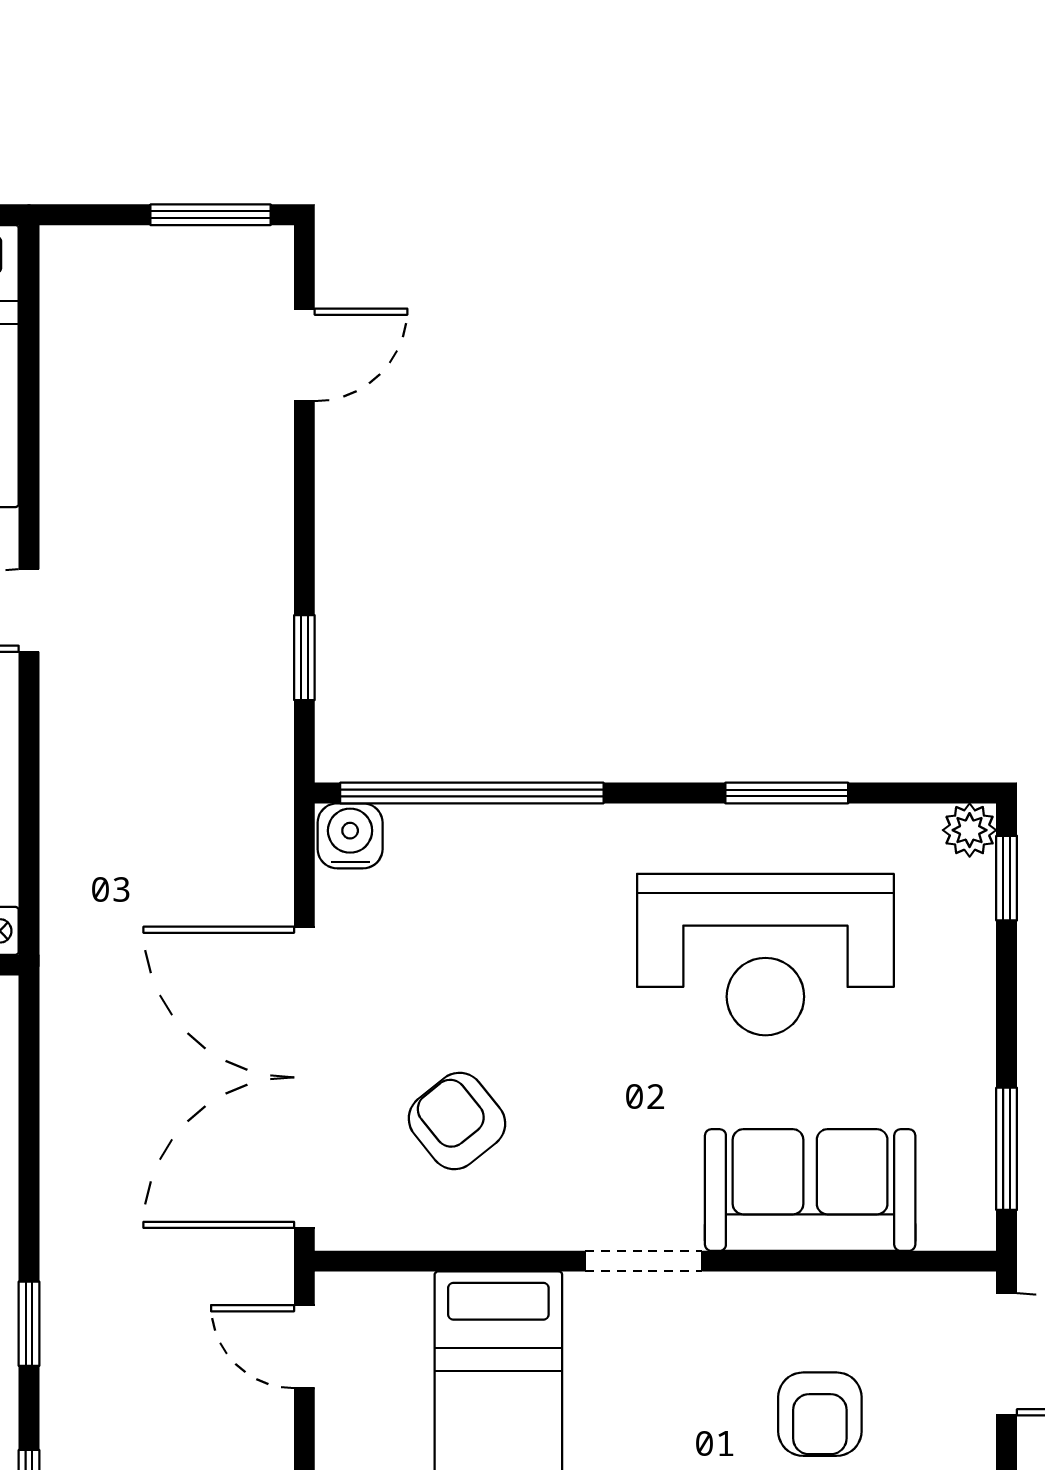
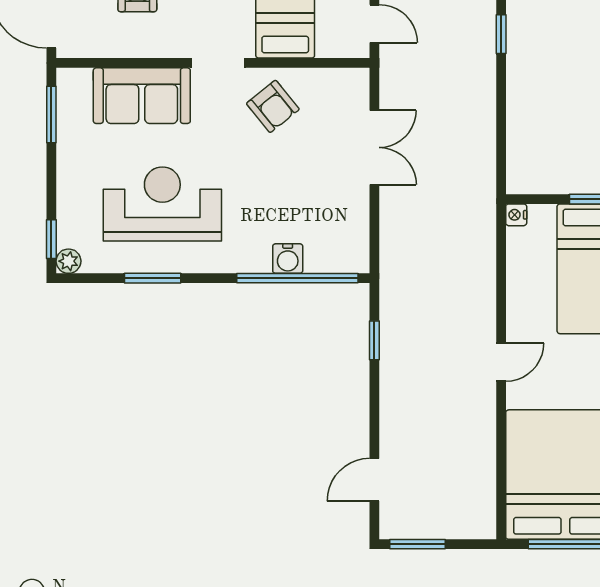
water cooler: (350, 836) -> (288, 259), moved
double door: (304, 1077) -> (374, 147), width x0.54
armchair: (457, 1121) -> (273, 106), moved

